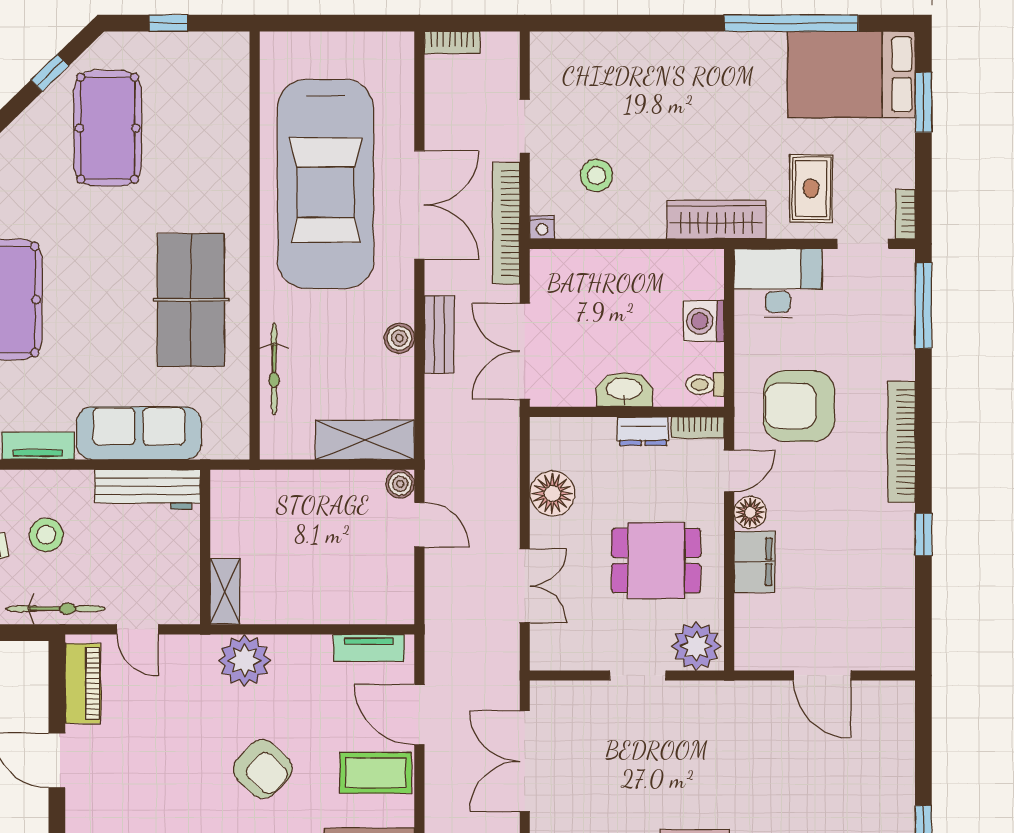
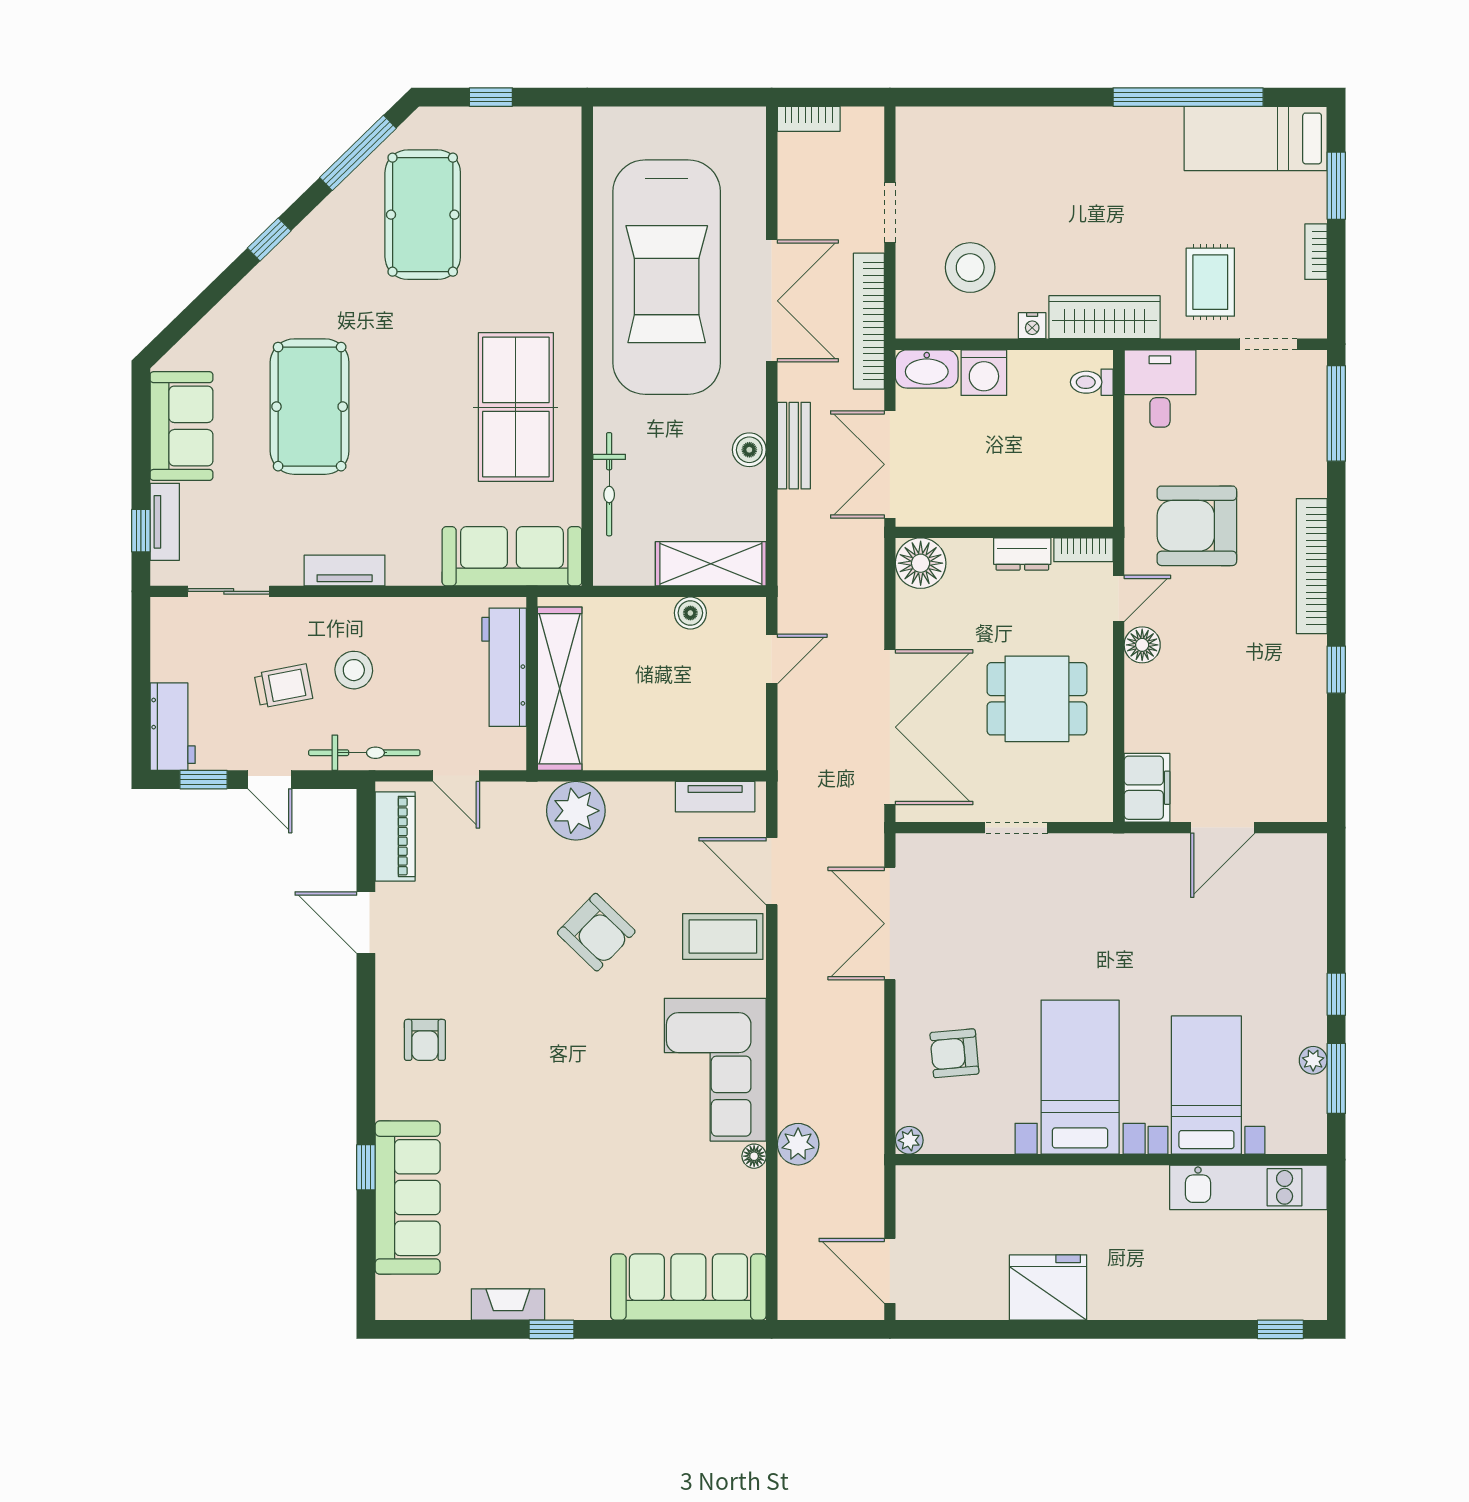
window: (50, 73) -> (358, 153), width x2.17
bed: (851, 74) -> (1256, 138), width x0.67
stool: (597, 175) -> (970, 268), width x1.38, depth x1.38
bookcase: (905, 214) -> (1316, 252), moved
nightstand: (542, 227) -> (1032, 326), moved
desk: (778, 283) -> (1160, 388), width x0.73
washing machine: (704, 321) -> (984, 373), moved, turned -90
toilet: (705, 385) -> (1092, 382), moved
washbasin: (624, 390) -> (927, 369), moved, turned 180
sofa: (139, 433) -> (512, 556), moved
boiler: (400, 484) -> (690, 613), moved
workbench: (147, 489) -> (504, 667), moved, turned 90
floor lamp: (552, 493) -> (921, 563), moved
door: (419, 525) -> (772, 659), hinge flipped
filing cabinet: (754, 562) -> (1147, 788), moved
double door: (525, 586) -> (890, 727), width x1.87
shelving: (225, 591) -> (560, 689), width x2.20, depth x1.33
plant: (696, 646) -> (1082, 795), removed
door: (822, 675) -> (1223, 828), hinge flipped

